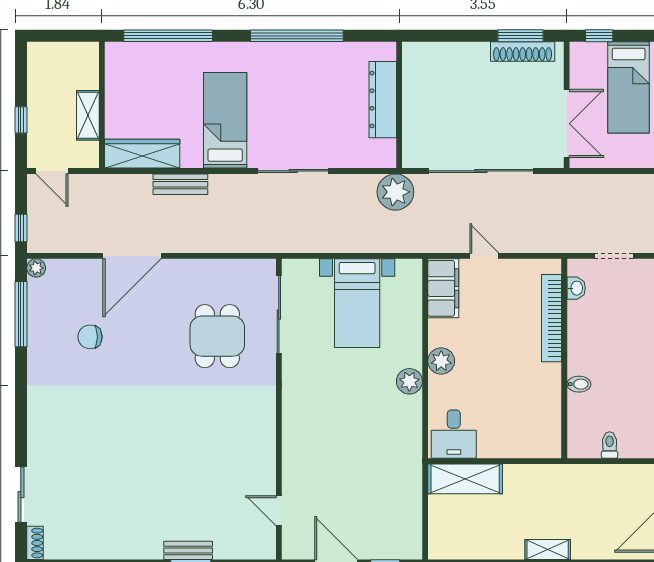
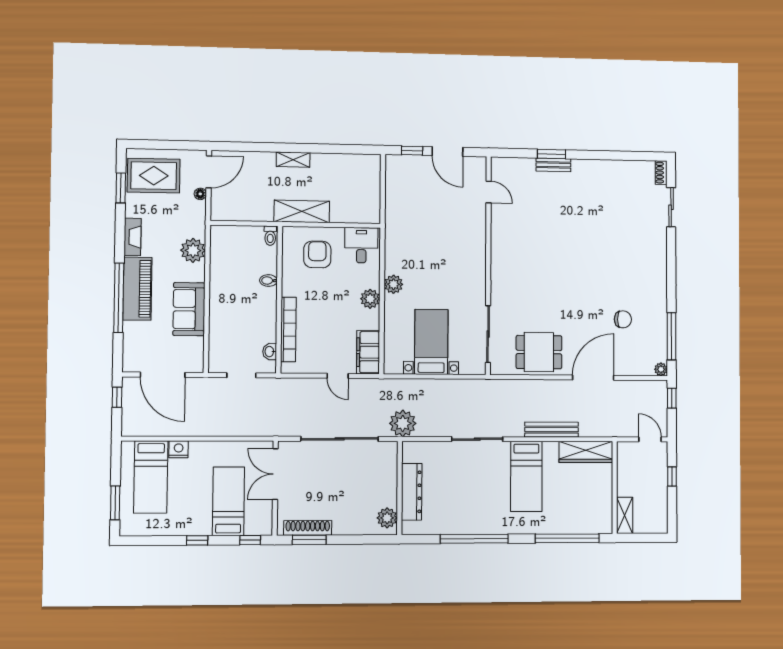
plant: (416, 65) -> (387, 518), added
shelving: (88, 115) -> (625, 515), moved
bench: (180, 184) -> (551, 430), width x1.36
dining table: (217, 336) -> (539, 352), moved, turned 90
armchair: (514, 421) -> (317, 254), added
toilet: (610, 445) -> (270, 236), moved
shelving: (465, 479) -> (302, 211), moved

